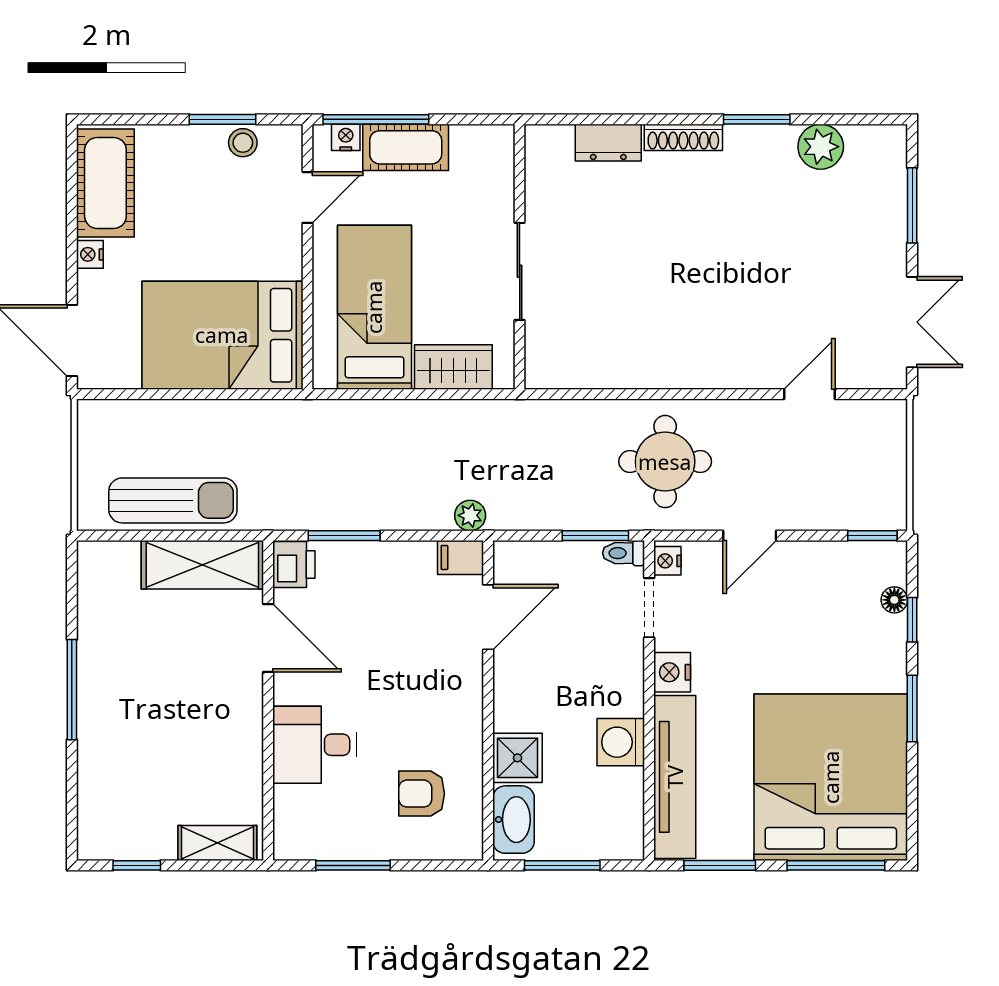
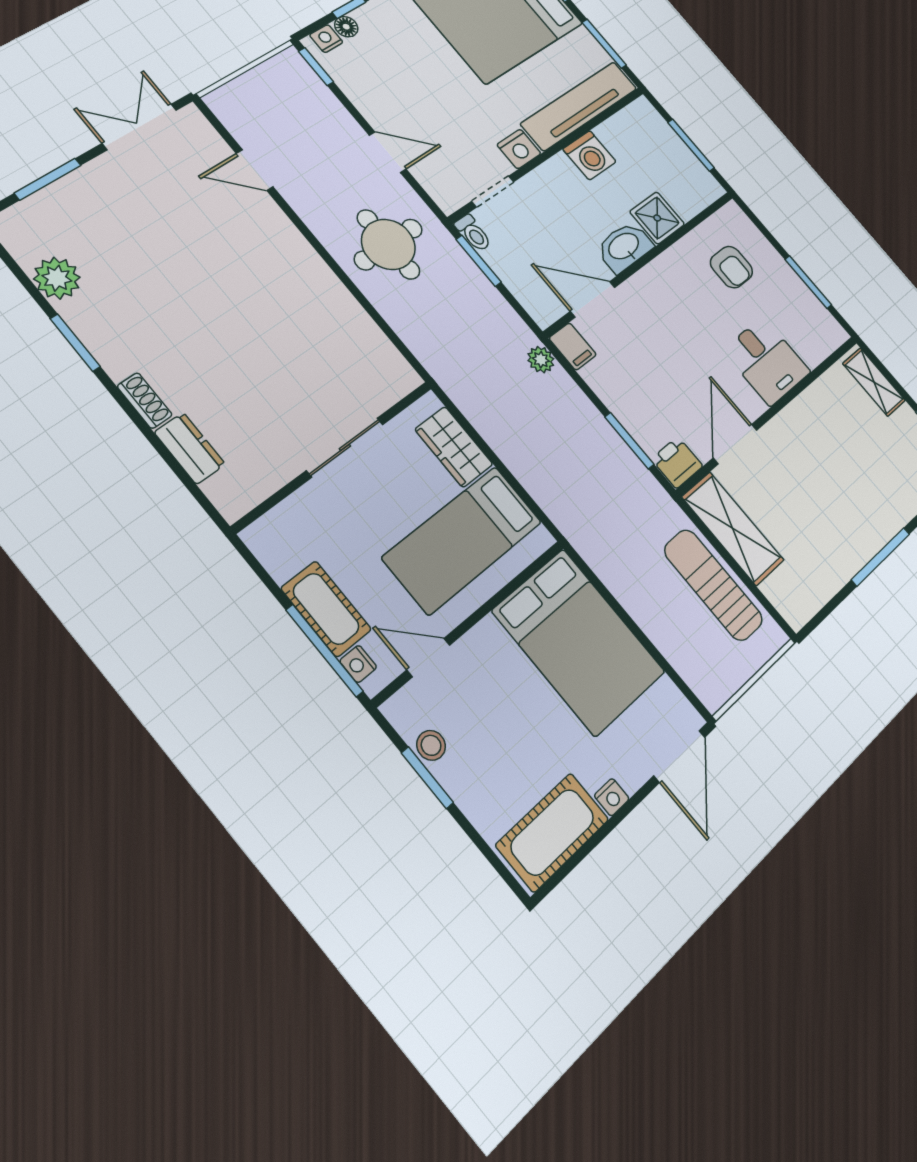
shoe rack: (683, 137) -> (145, 401), width x0.70
nightstand: (667, 561) -> (326, 39), moved, turned 180
washbasin: (513, 820) -> (624, 247), moved

